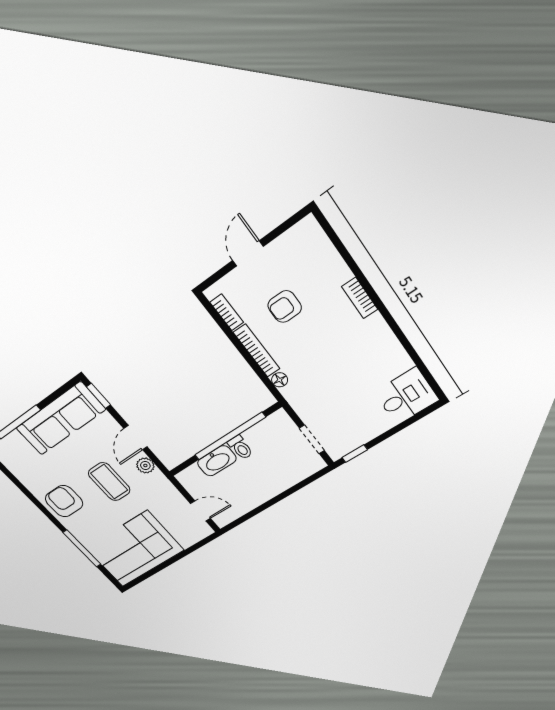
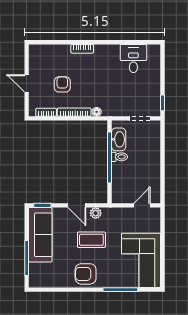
armchair: (285, 307) -> (62, 84), turned 180
desk: (406, 396) -> (133, 58), moved
washbasin: (217, 461) -> (119, 139), moved

